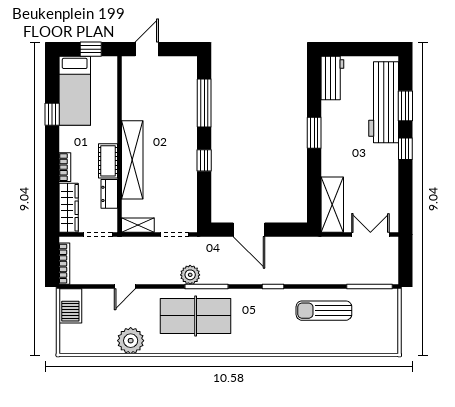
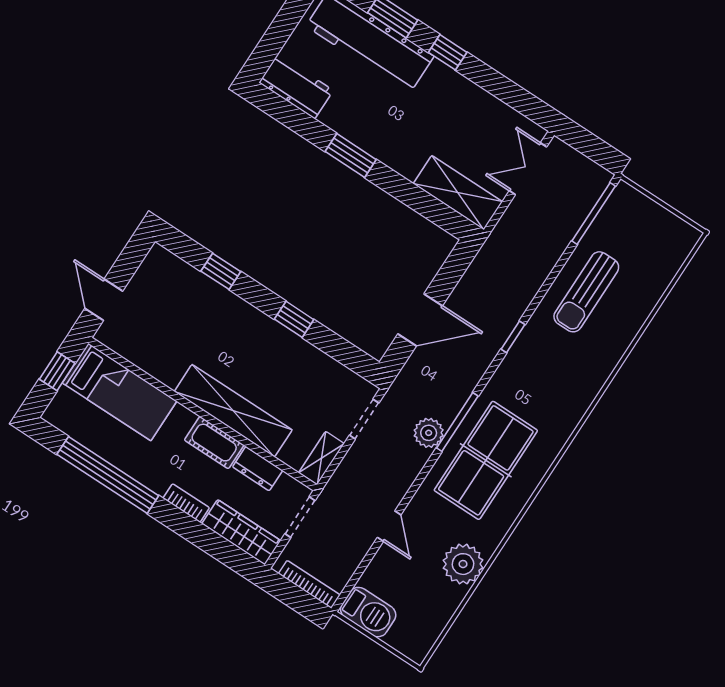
bed: (75, 91) -> (119, 392), moved
window: (204, 103) -> (221, 271), width x0.46
window: (52, 114) -> (108, 475), width x3.17

